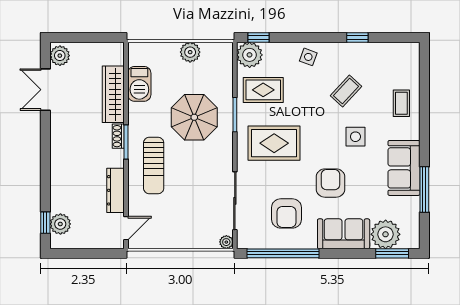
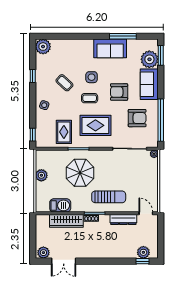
plant: (250, 55) -> (43, 47), moved
coffee table: (401, 103) -> (90, 98), moved
rug: (274, 143) -> (95, 125), turned 90

